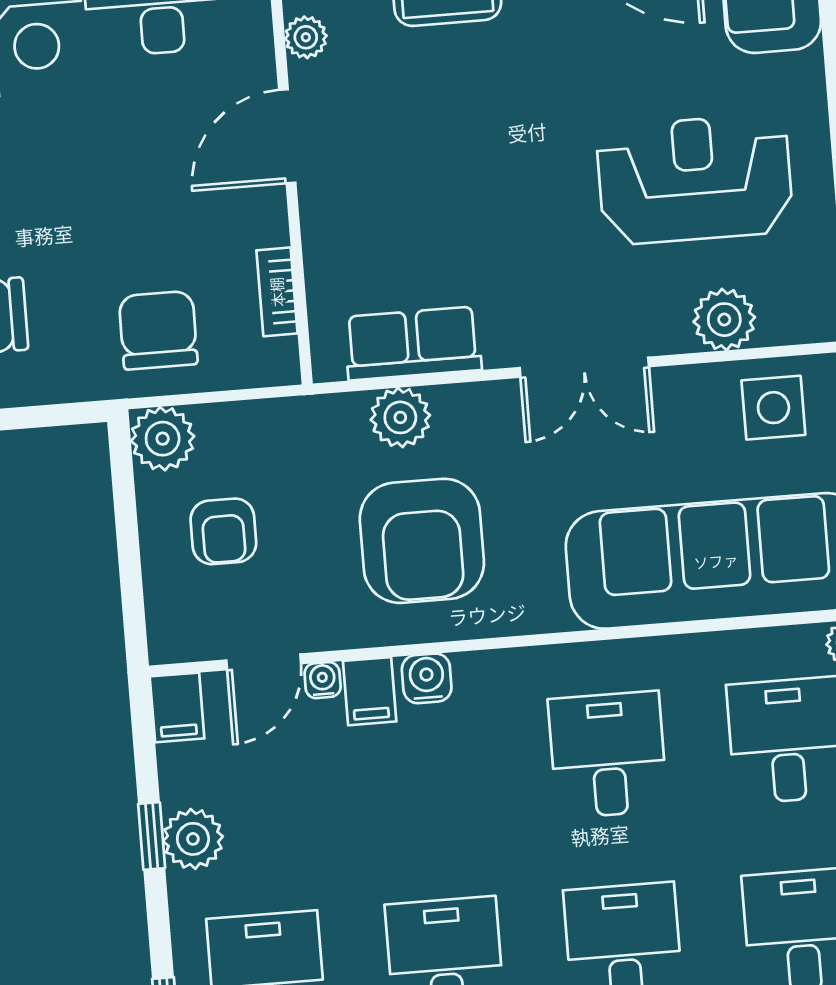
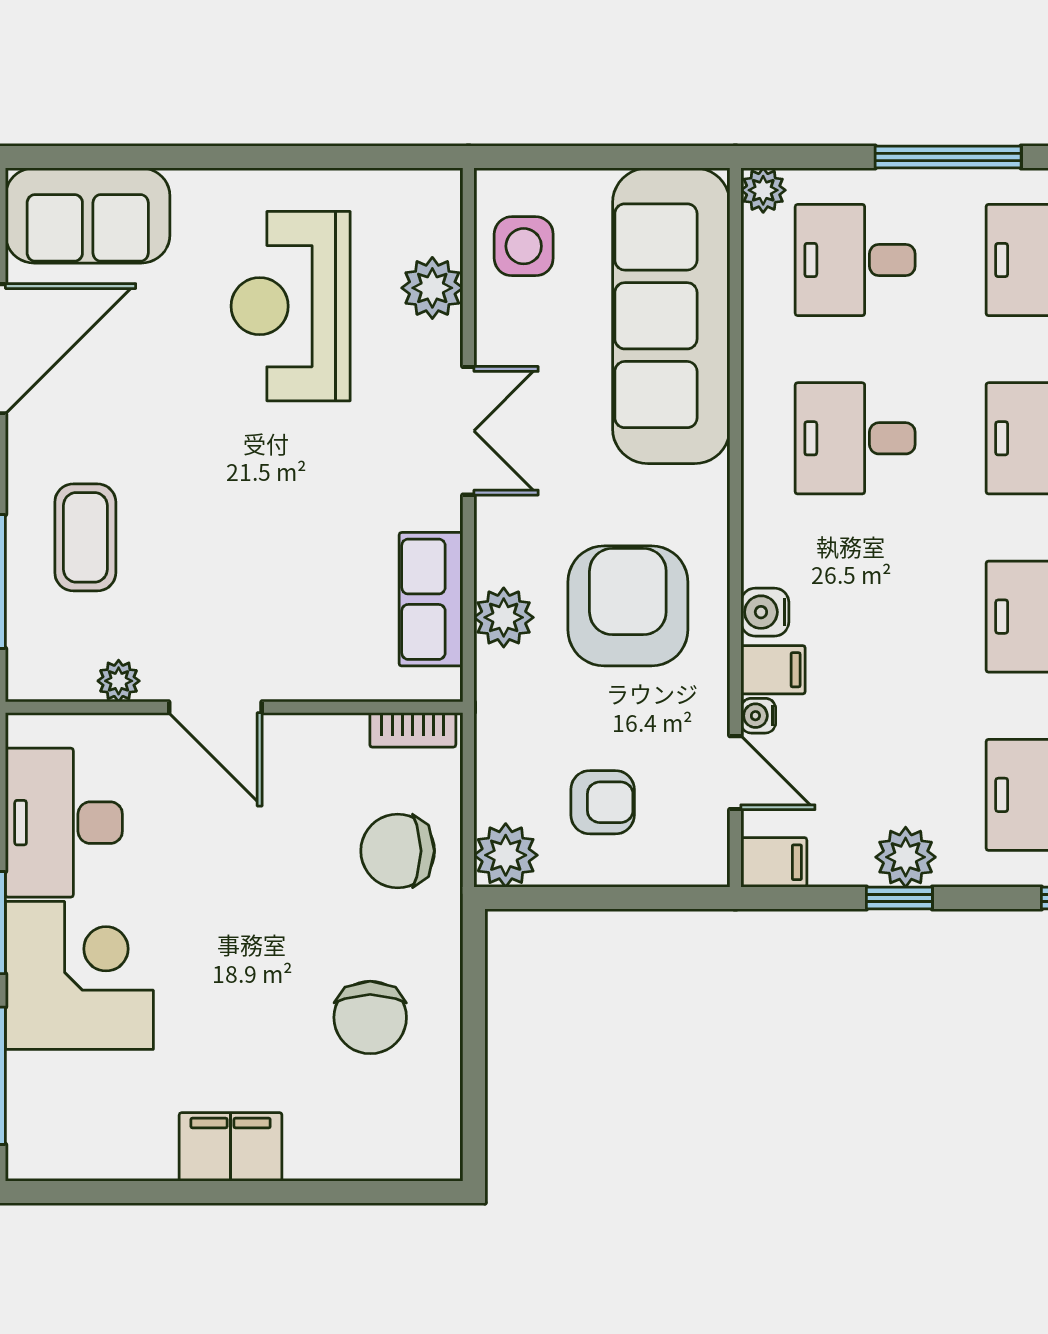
bookcase: (277, 292) -> (413, 730), moved
armchair: (422, 541) -> (628, 606), turned -90

